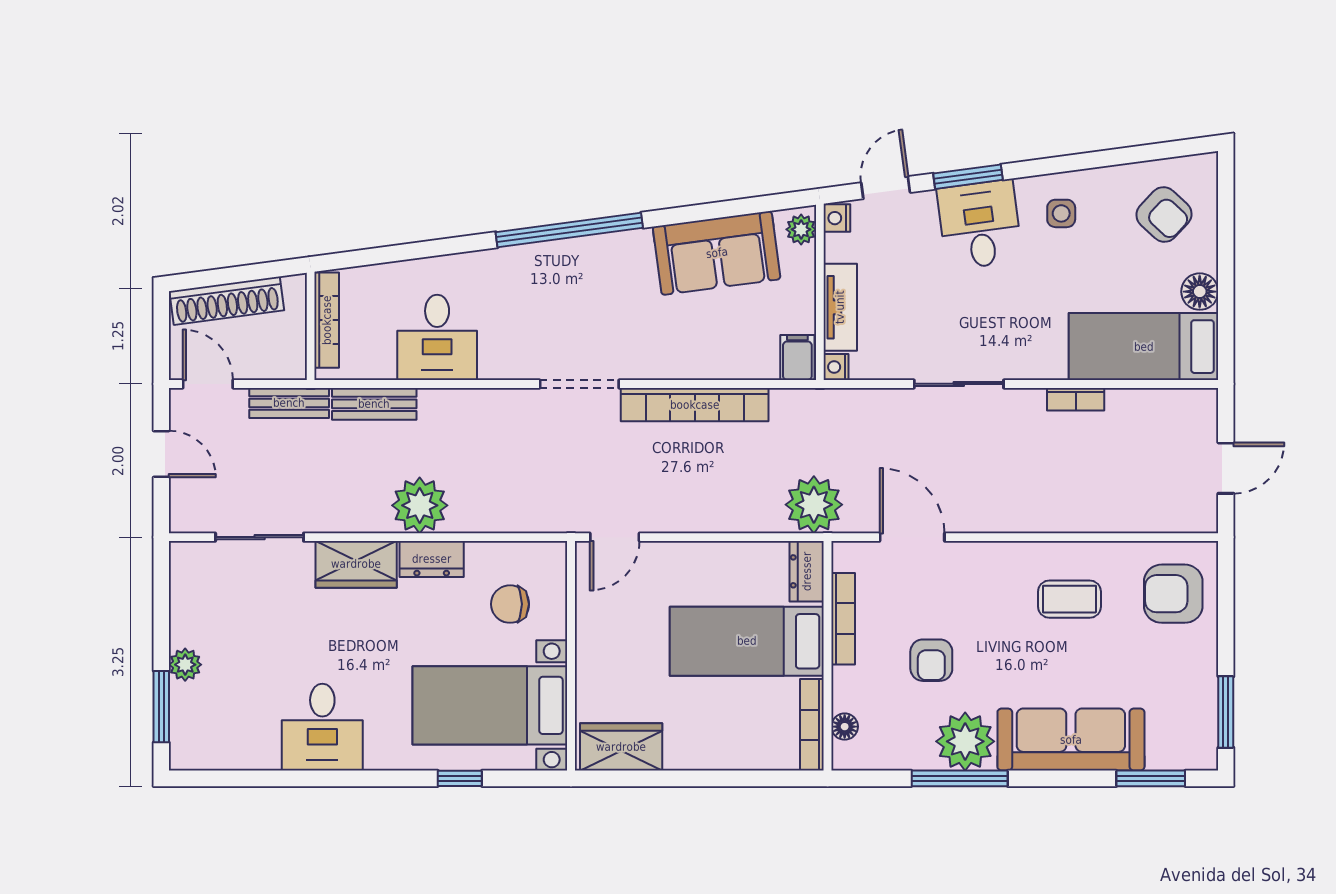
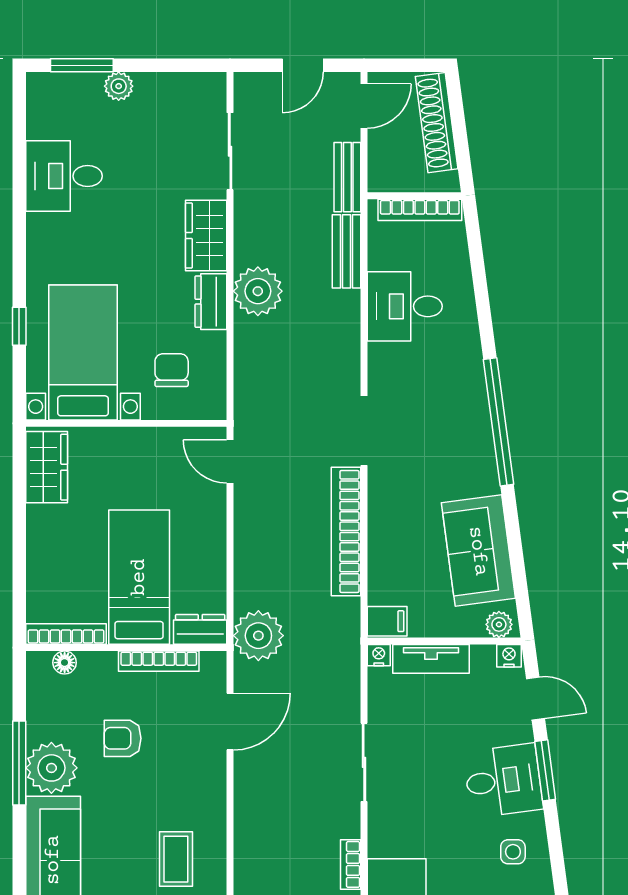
desk: (322, 727) -> (64, 176), moved

